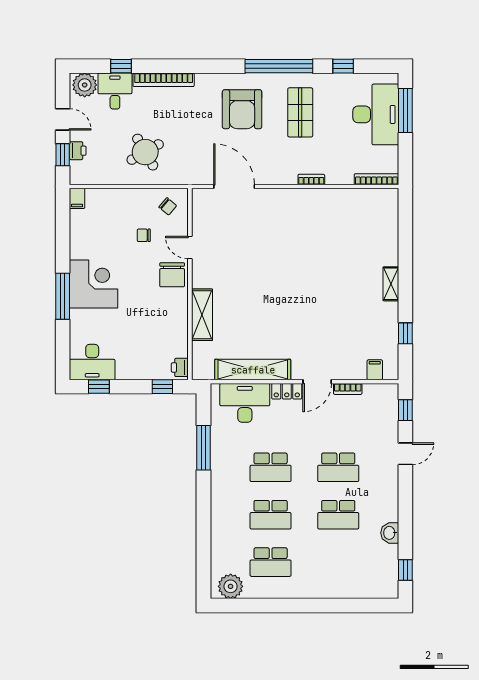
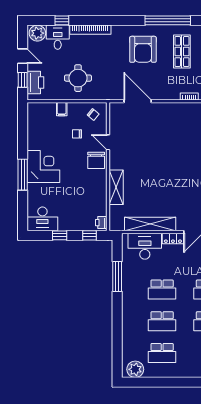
printer: (78, 151) -> (35, 82), width x1.87, depth x1.48
round table: (145, 152) -> (78, 78), turned 30
filing cabinet: (77, 198) -> (62, 109), moved
window: (99, 387) -> (60, 235), moved

